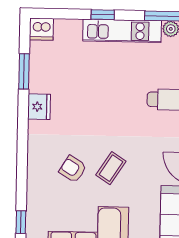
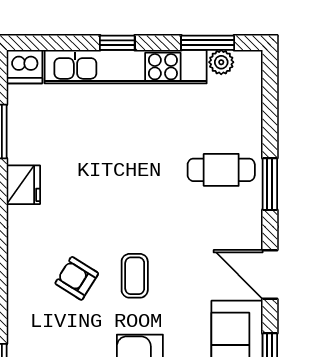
kitchen unit: (122, 31) -> (126, 67), width x1.36
coffee table: (111, 168) -> (135, 276), turned -33

